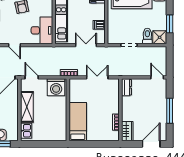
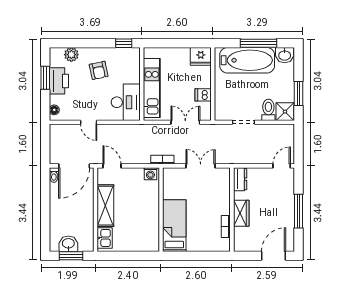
door: (157, 77) -> (282, 166), hinge flipped
washing machine: (56, 87) -> (150, 174), width x0.53, depth x0.53
wardrobe: (127, 131) -> (241, 213), moved

